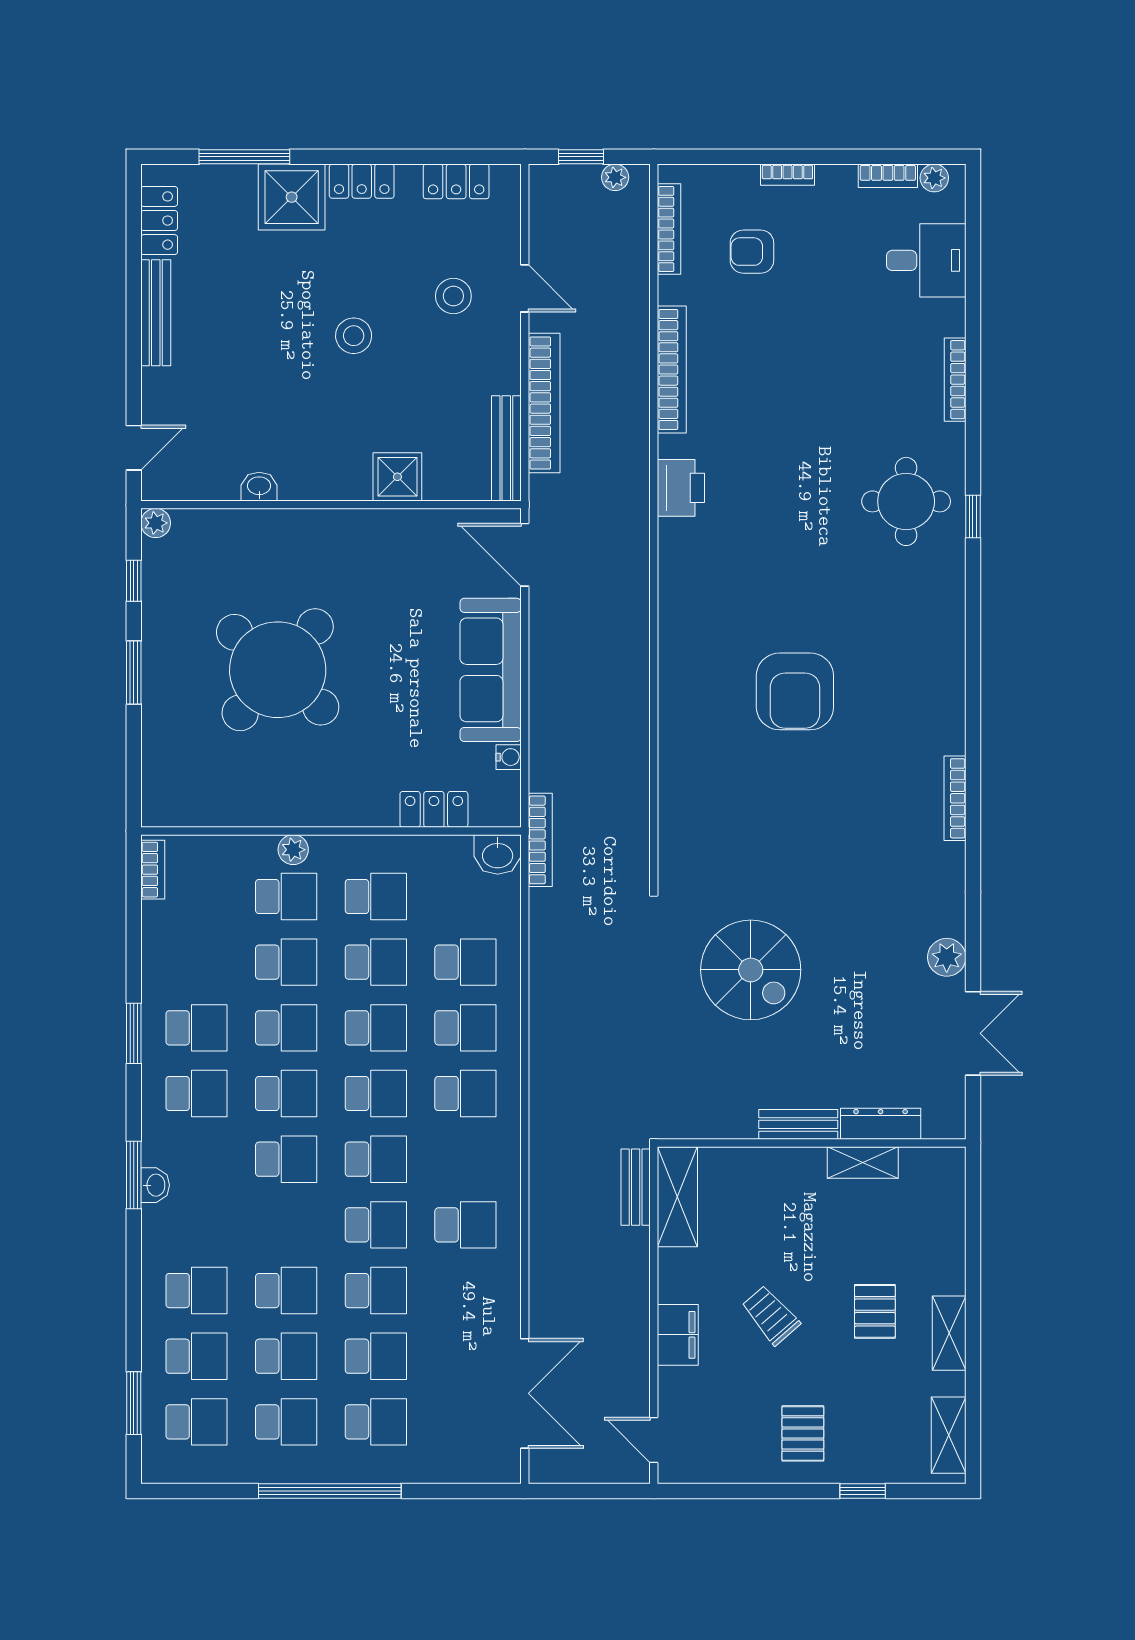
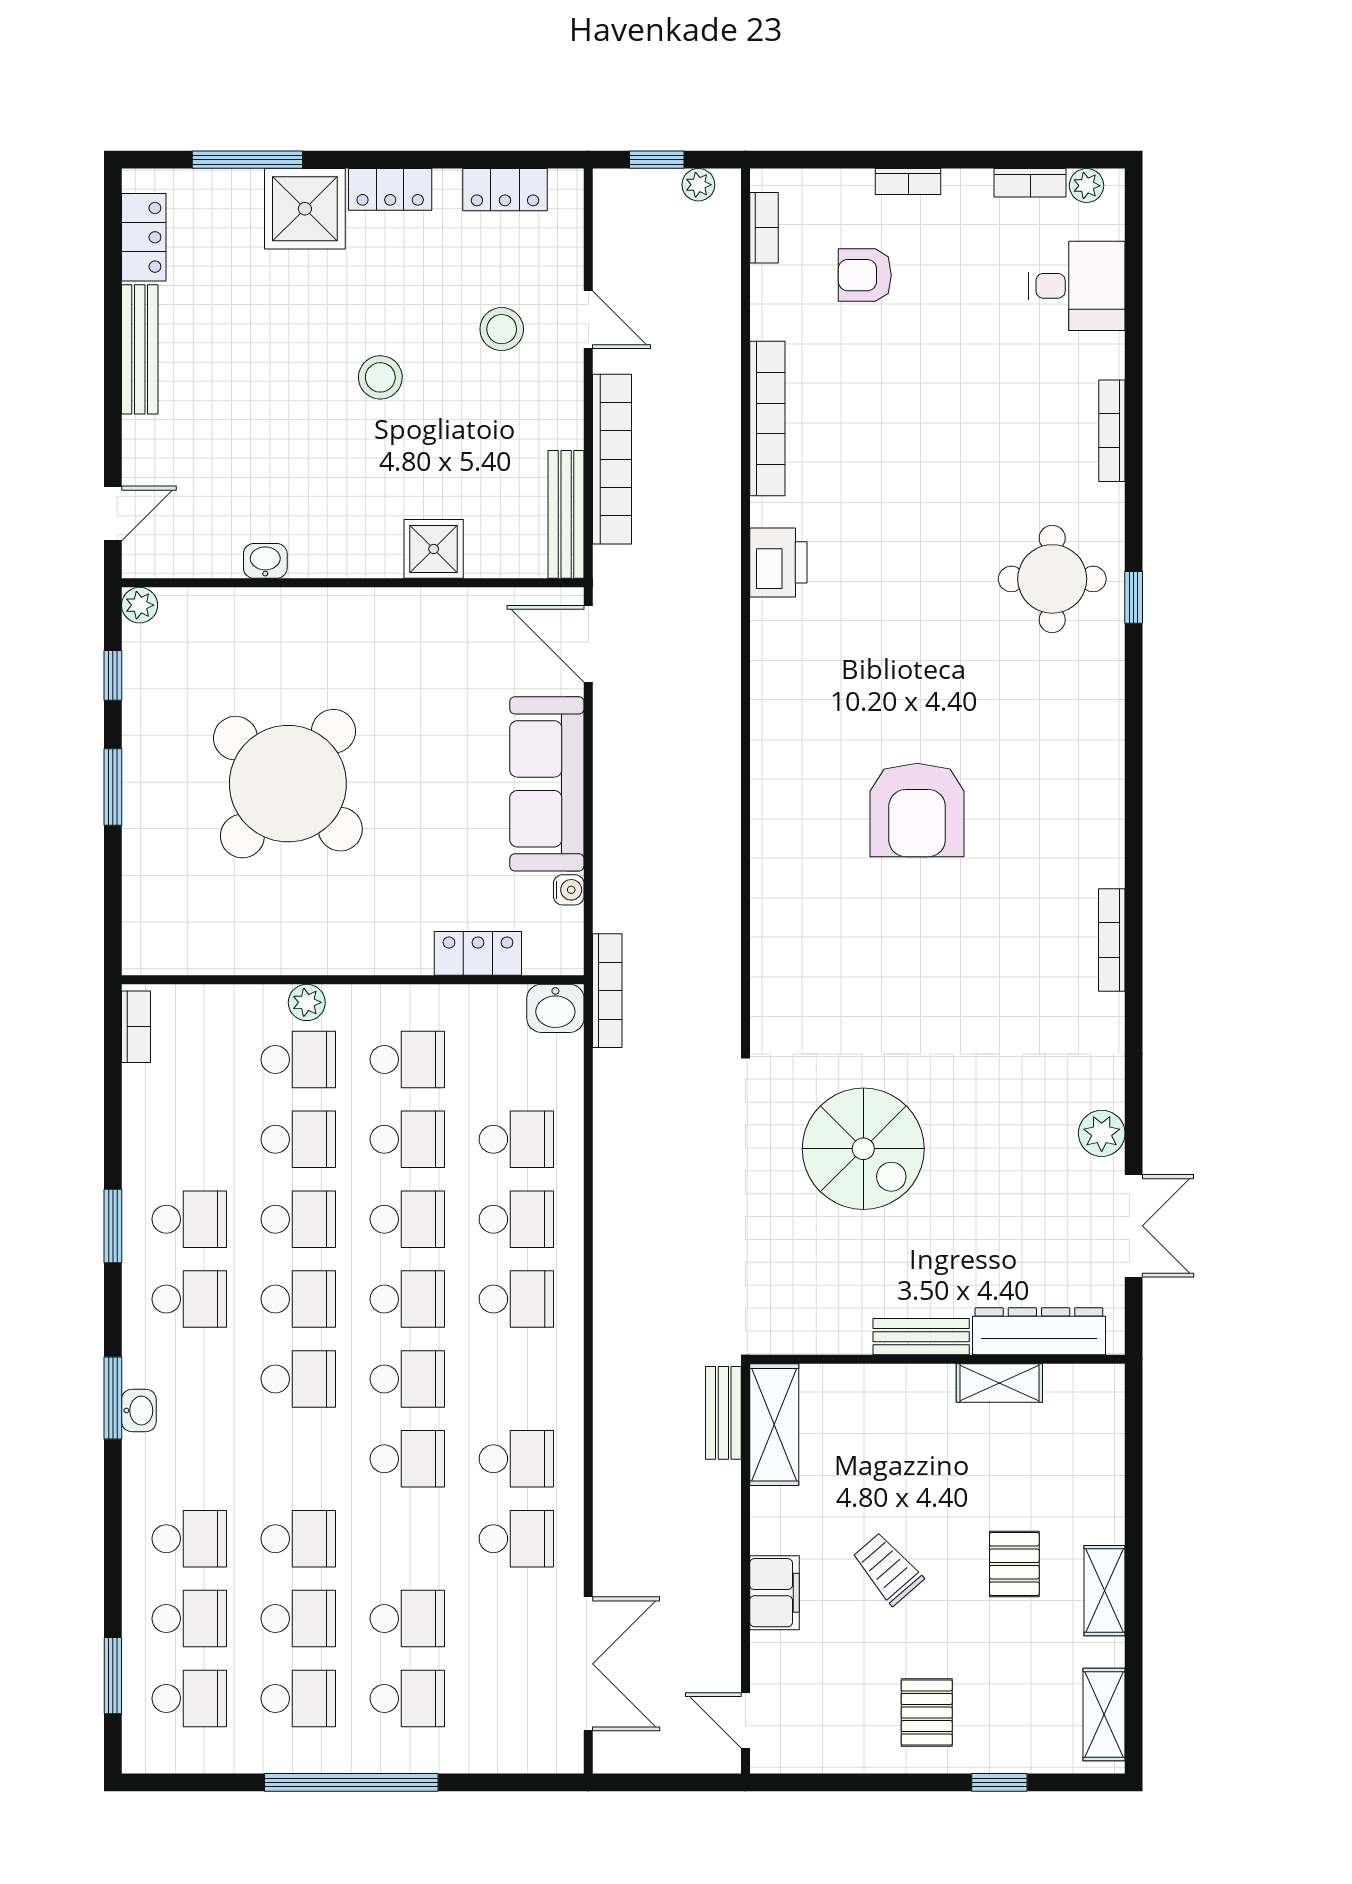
bookcase: (669, 229) -> (764, 228), width x0.64
dresser: (881, 1124) -> (1039, 1331), width x1.37, depth x1.24
school desk: (376, 1291) -> (516, 1539), moved

